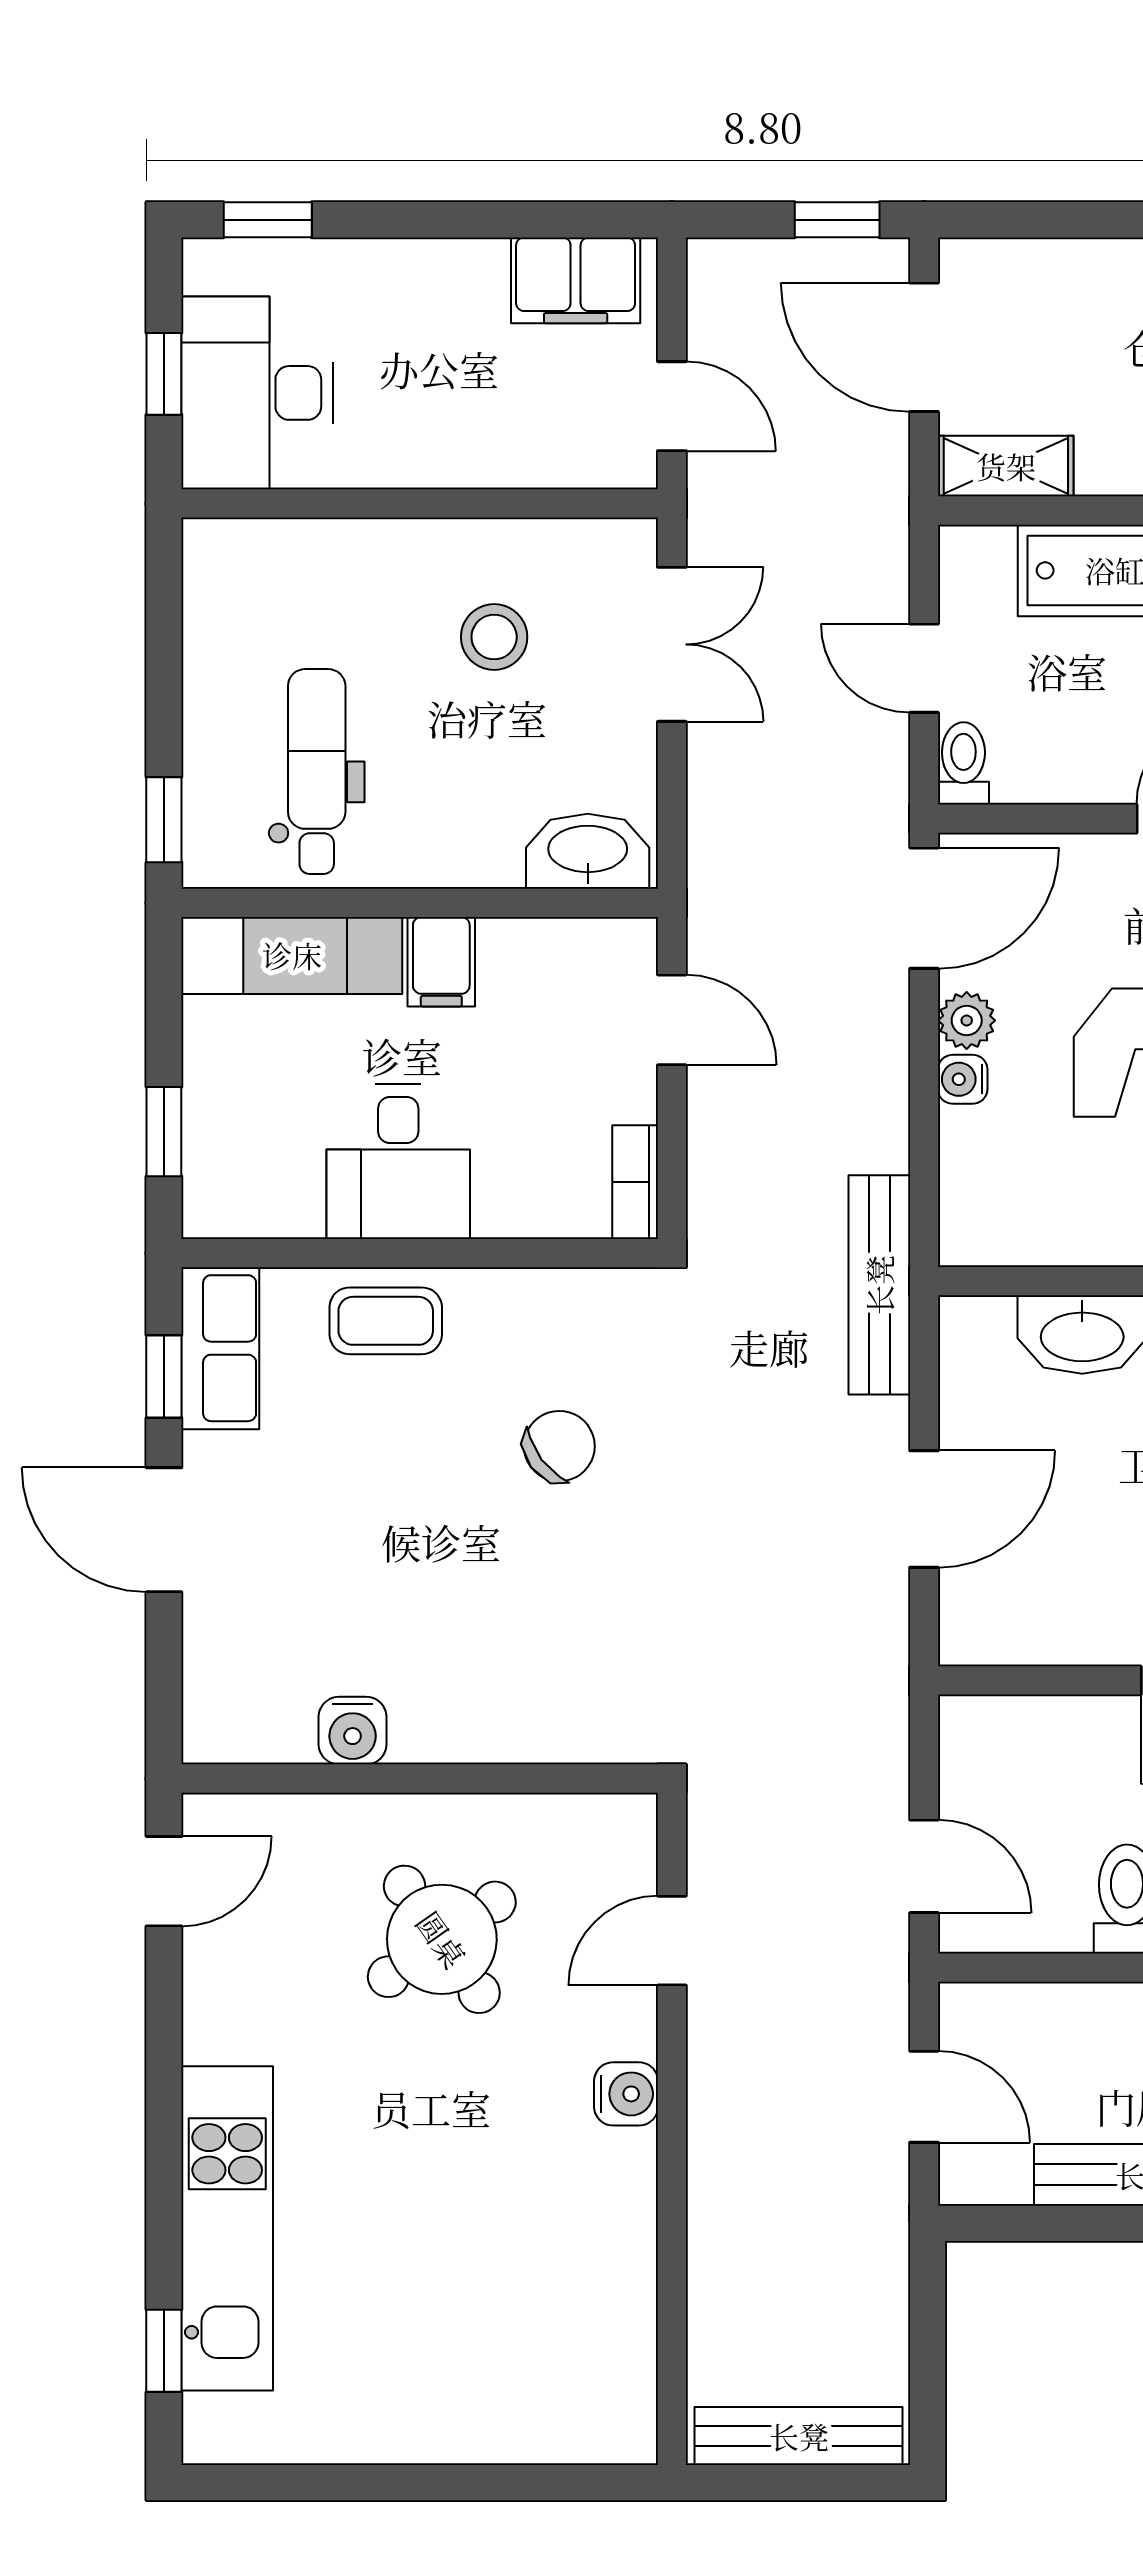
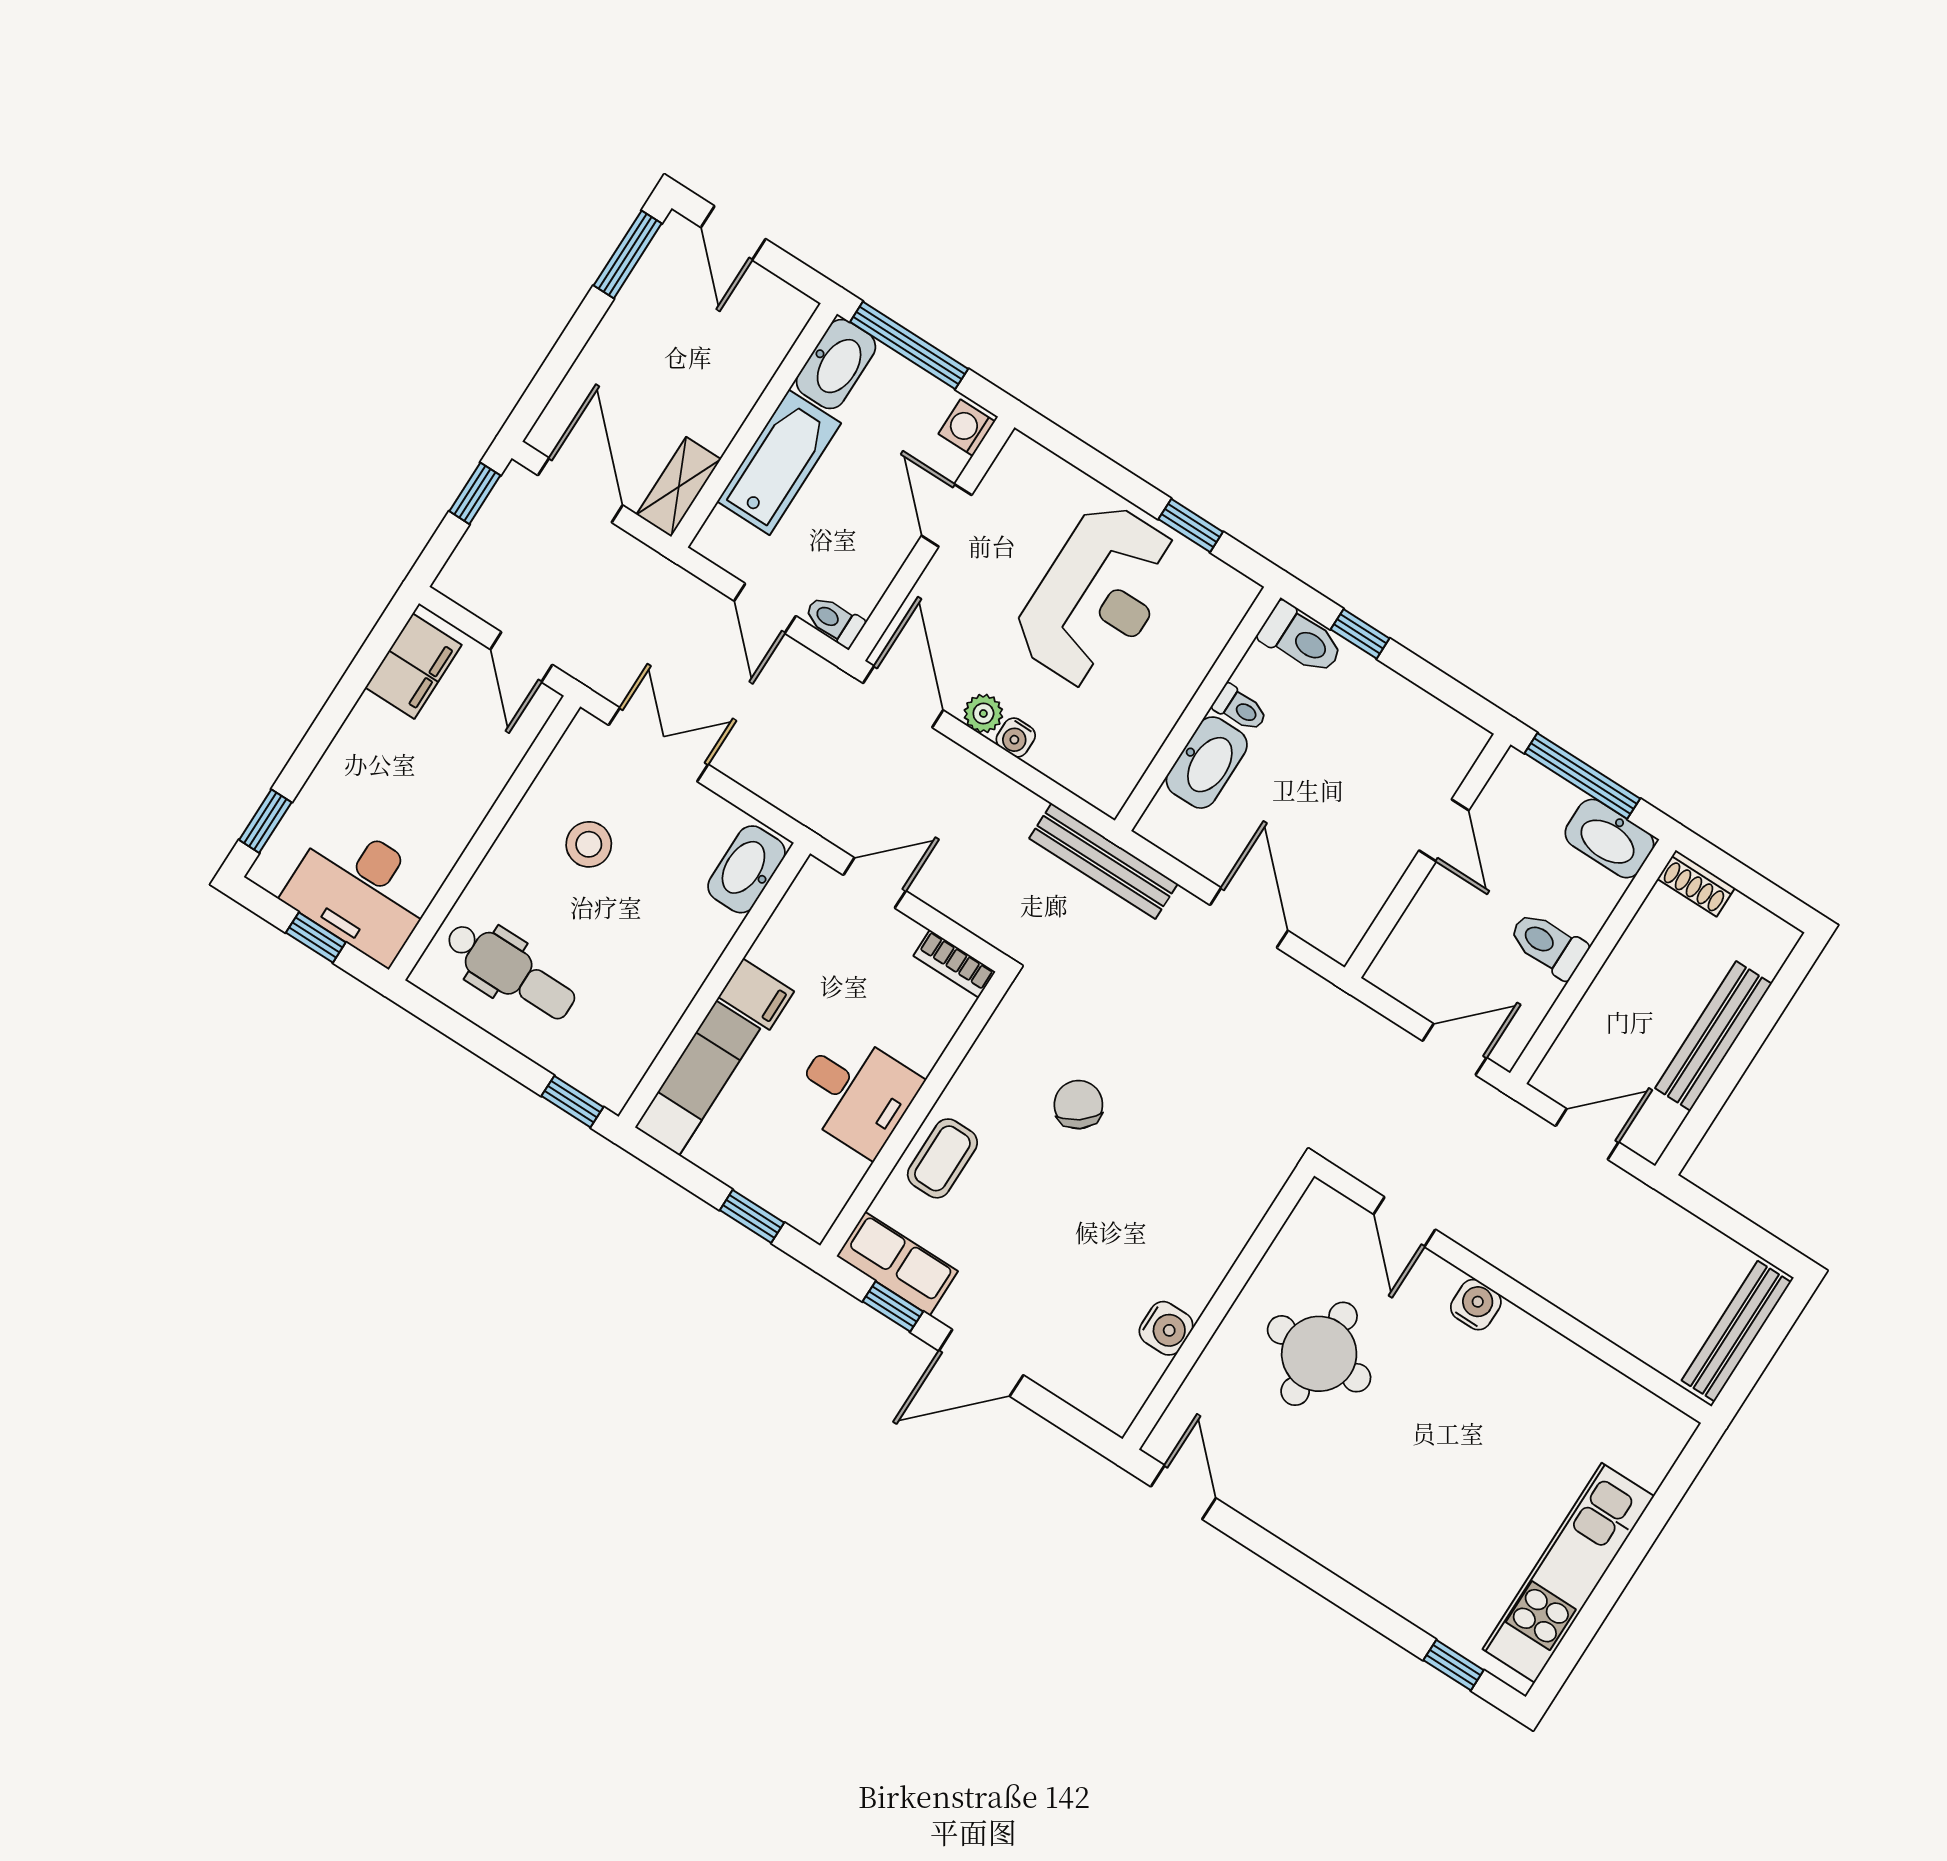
door: (924, 347) -> (580, 490), swing flipped
door: (672, 406) -> (521, 657), swing flipped
door: (924, 668) -> (765, 608), hinge flipped
dental chair: (317, 772) -> (510, 971), moved, turned 180
round table: (442, 1939) -> (1319, 1354), turned 35
kitchen unit: (227, 2228) -> (1568, 1573), moved, turned -90

